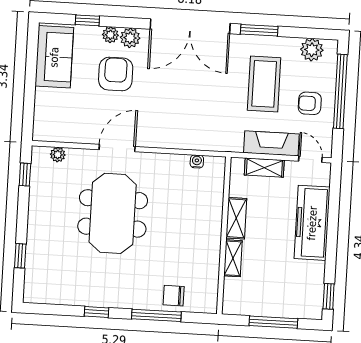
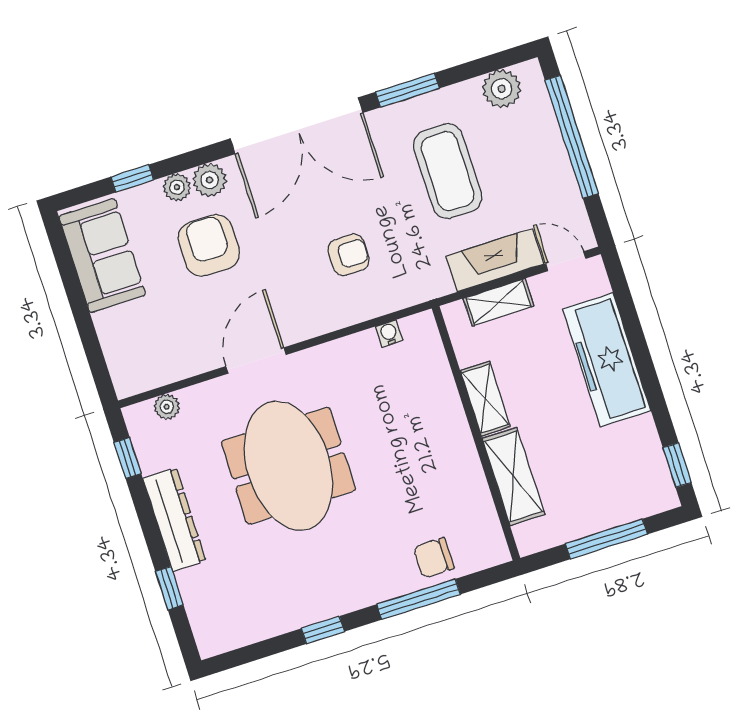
armchair: (310, 103) -> (349, 255), moved, turned 180
dresser: (38, 219) -> (174, 520), added
shelving: (233, 258) -> (513, 476), width x1.50, depth x1.33

